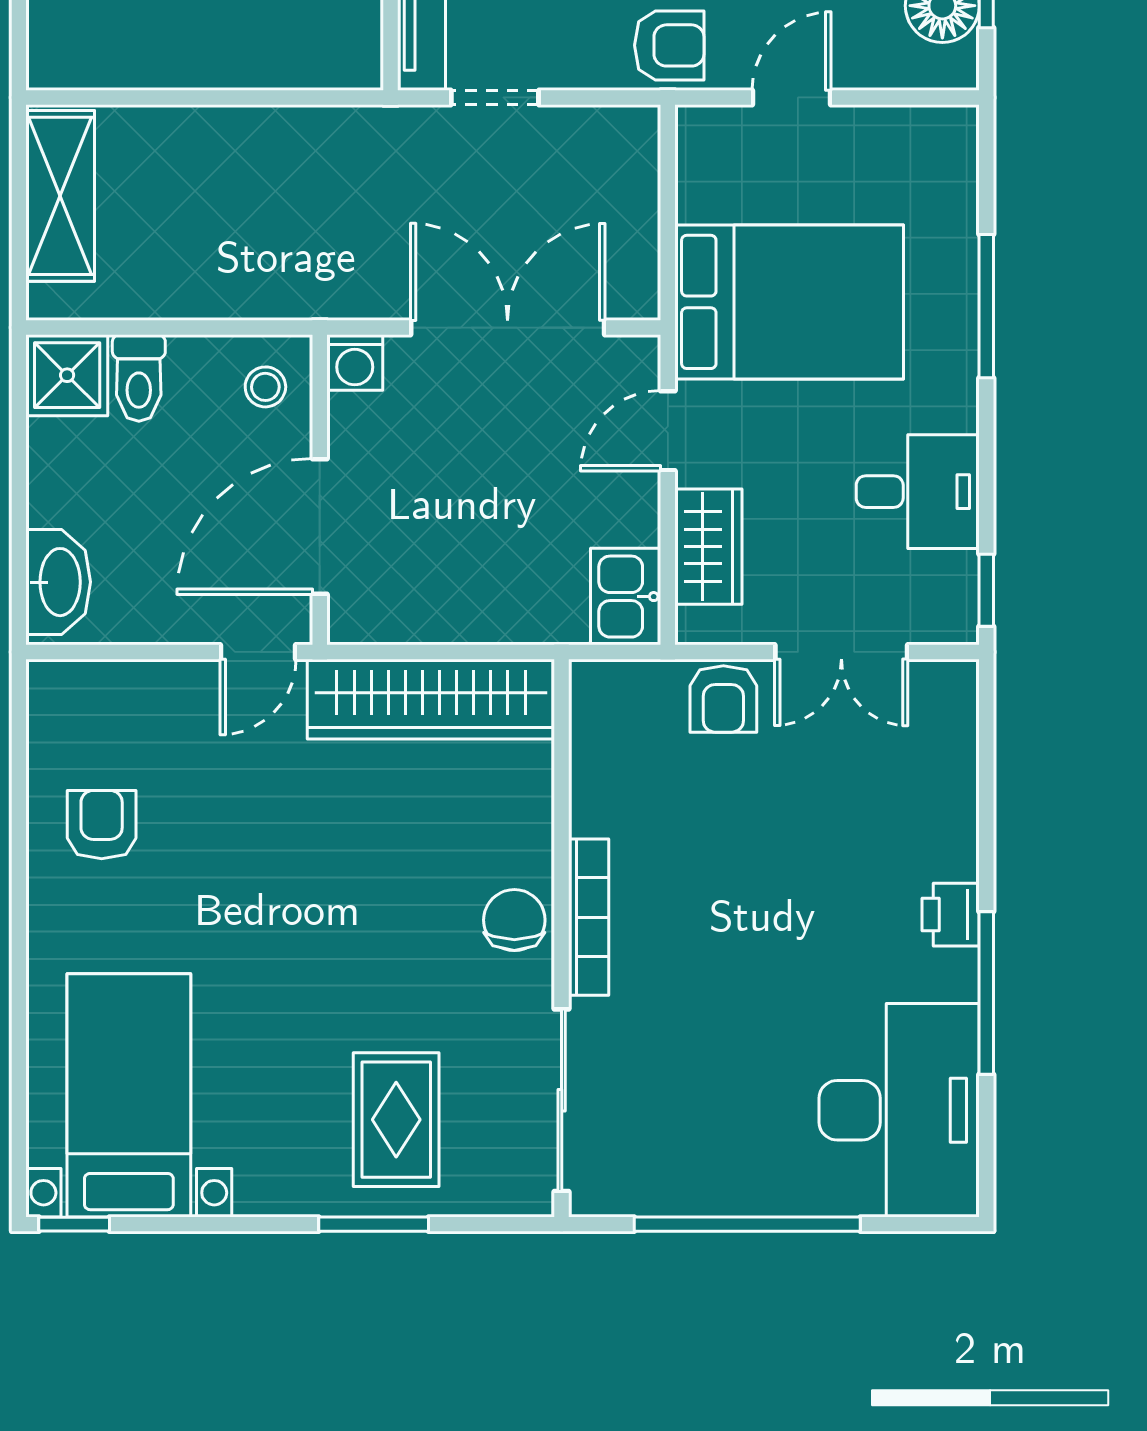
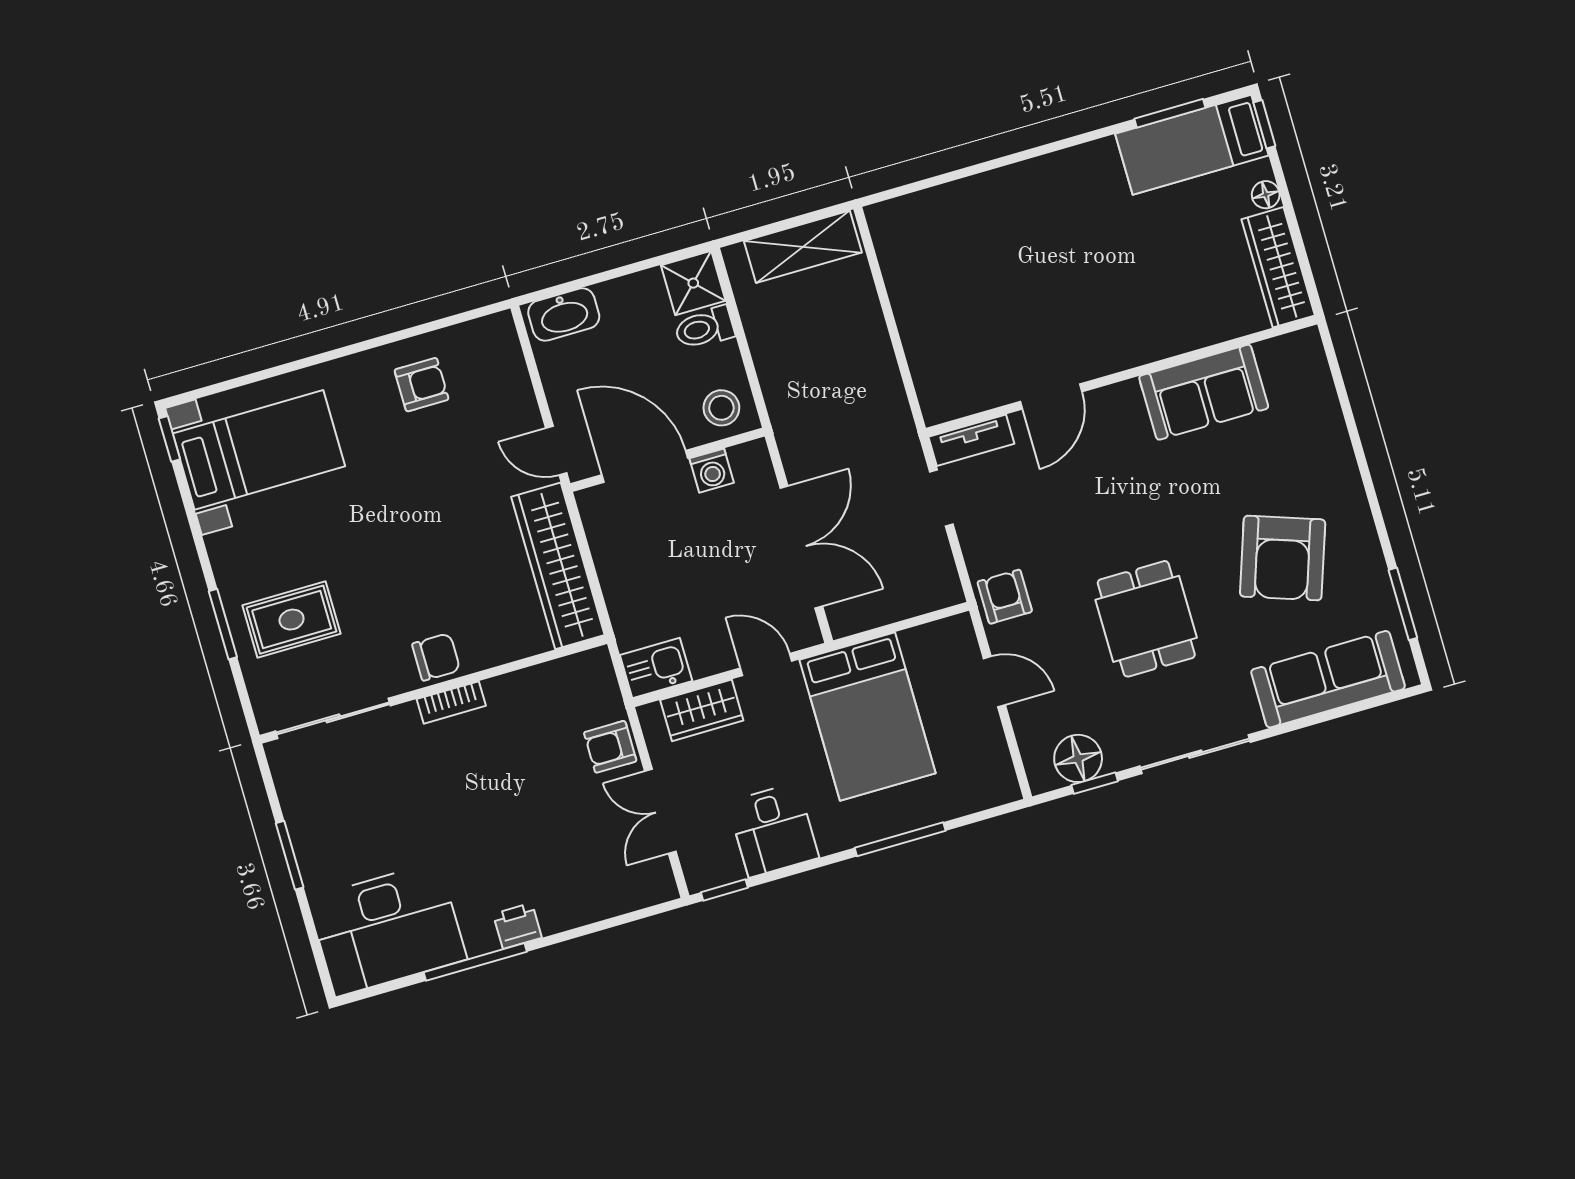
armchair: (669, 45) -> (1005, 597), turned 180
washing machine: (355, 363) -> (712, 471), moved, turned -90
stool: (265, 387) -> (721, 408), width x1.37, depth x1.37
bookcase: (589, 917) -> (451, 702), width x0.64
window: (747, 1224) -> (290, 855), width x0.47

